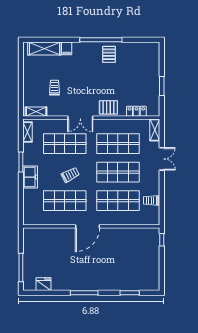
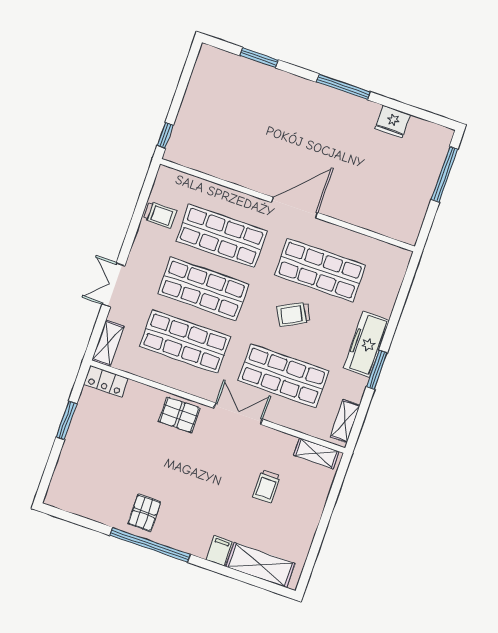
locker: (136, 111) -> (106, 381), moved
freezer: (30, 177) -> (366, 344), width x1.40
fridge: (43, 284) -> (393, 122), moved

